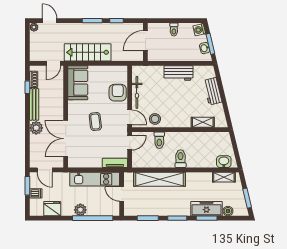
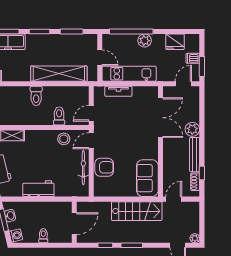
armchair: (118, 93) -> (104, 167), turned -90
door: (130, 117) -> (91, 141), hinge flipped
coffee table: (95, 122) -> (128, 136), removed
tv unit: (115, 163) -> (118, 91), moved
door: (45, 170) -> (183, 84), hinge flipped

